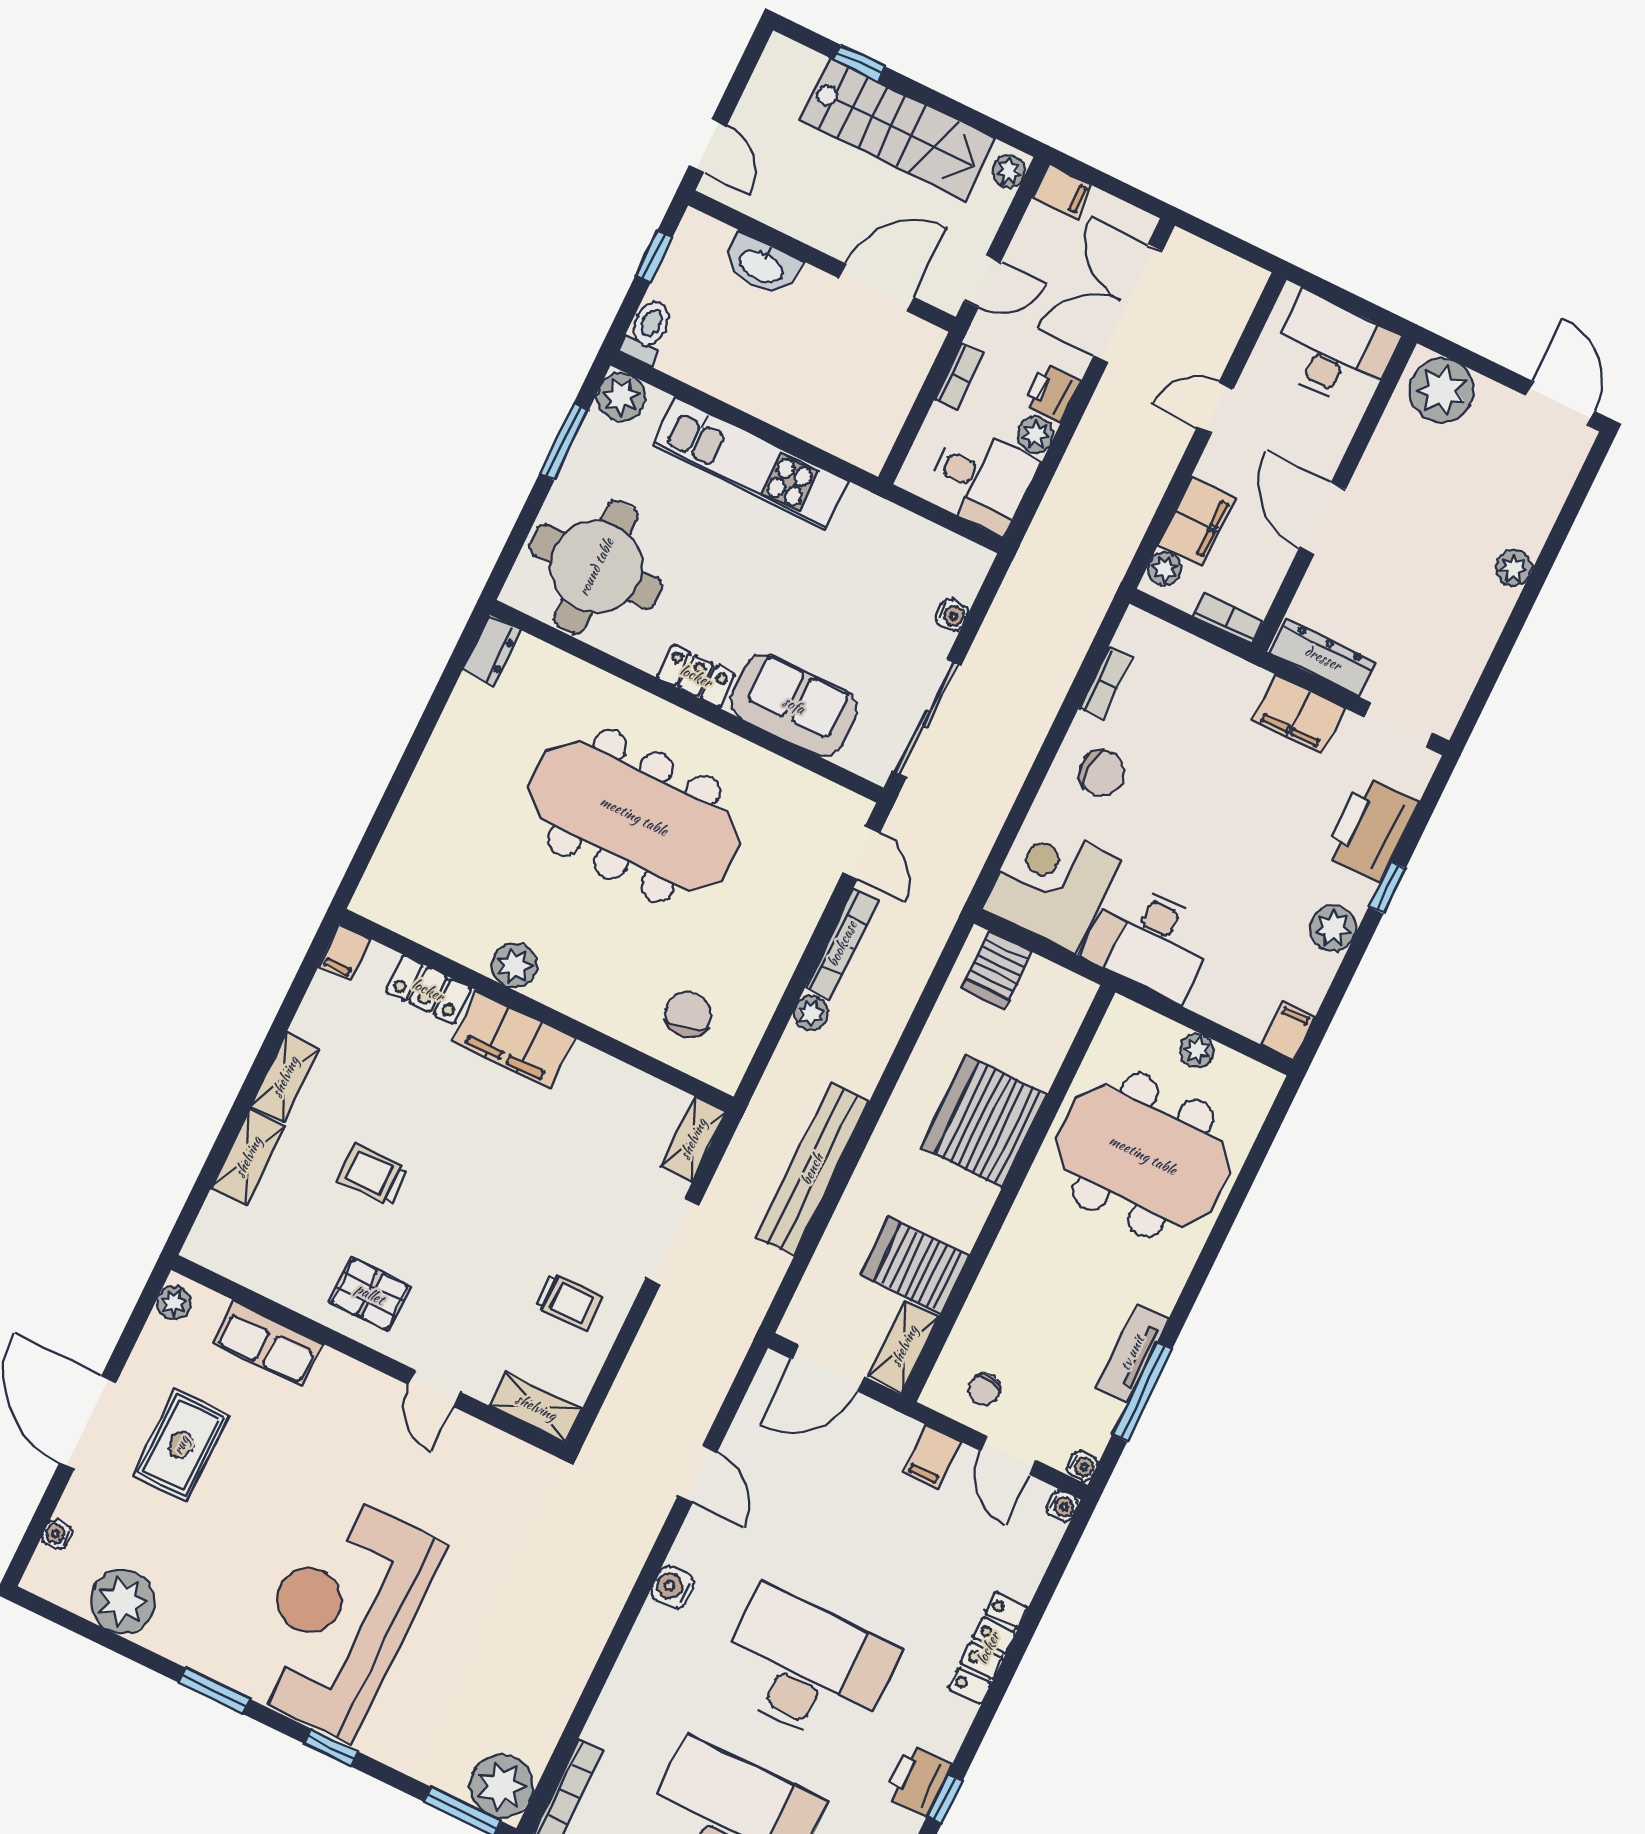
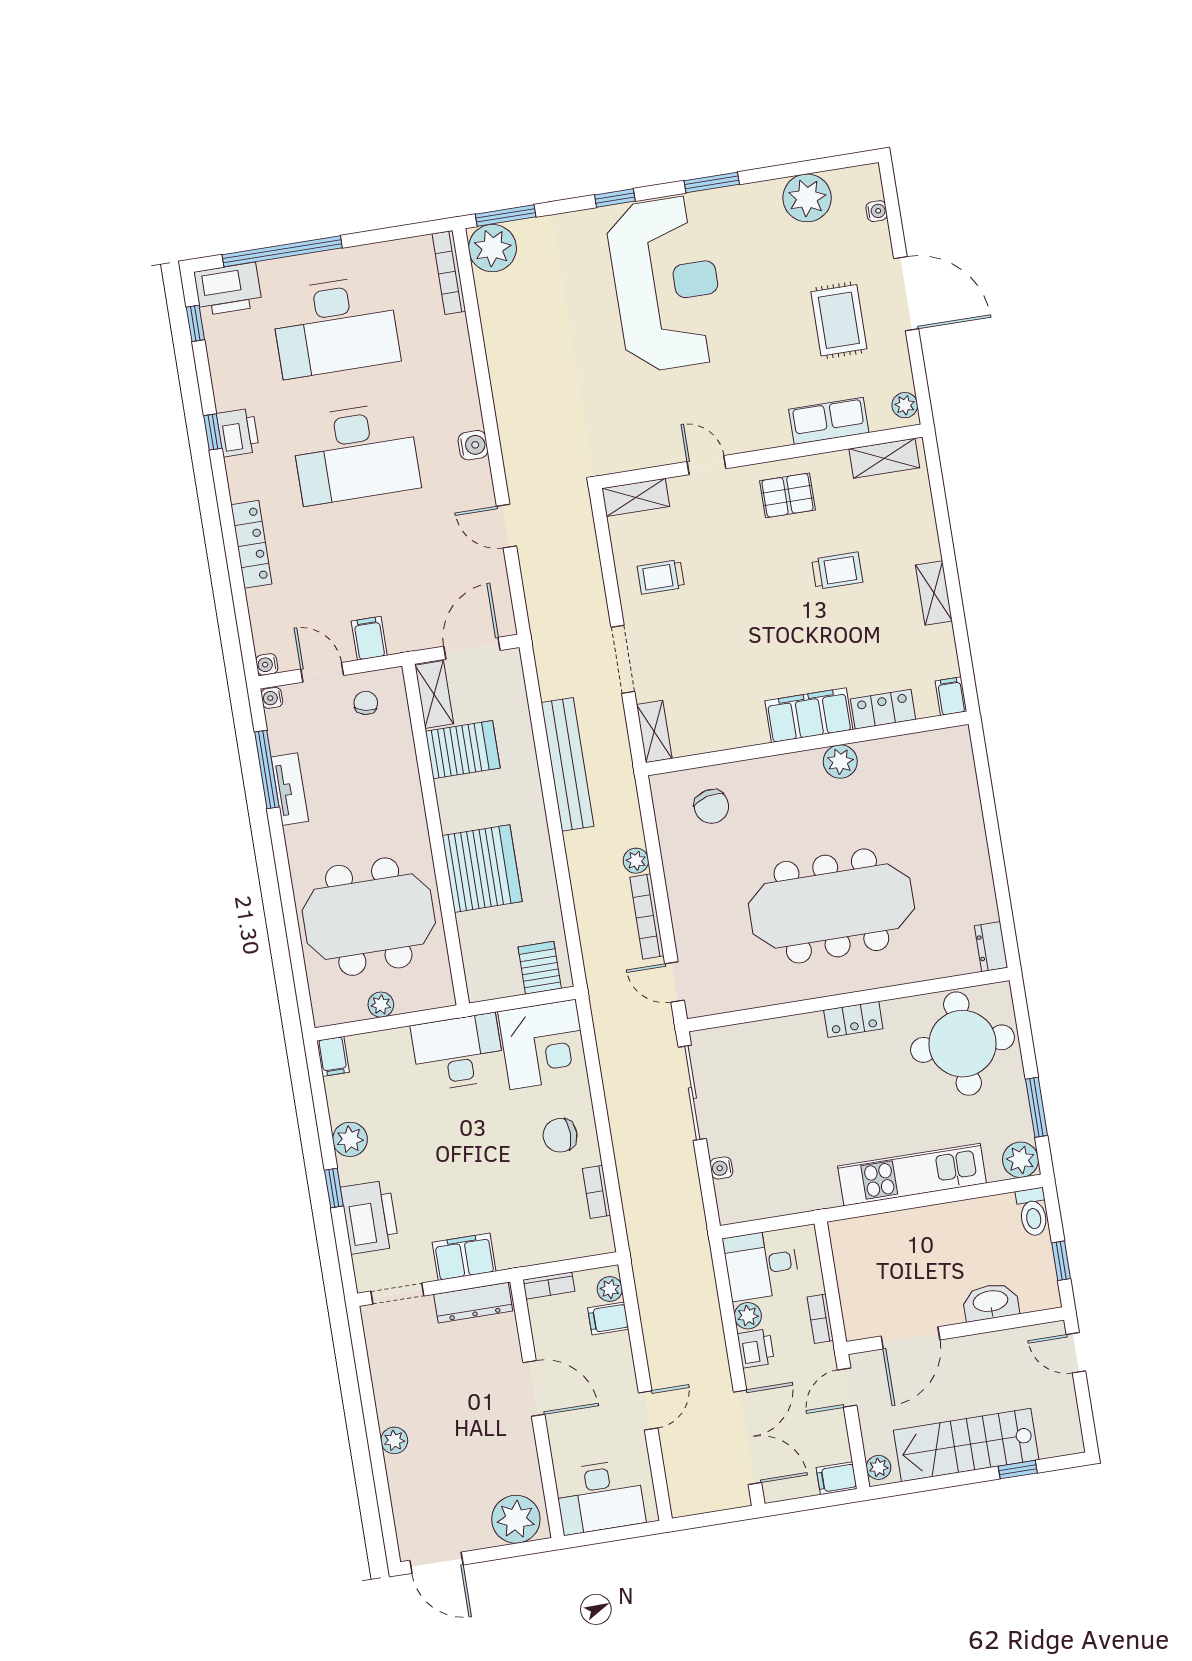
filing cabinet: (1197, 521) -> (608, 1319), width x0.50
sofa: (794, 705) -> (780, 1044), removed
shelving: (248, 1157) -> (884, 458), moved, turned 90

